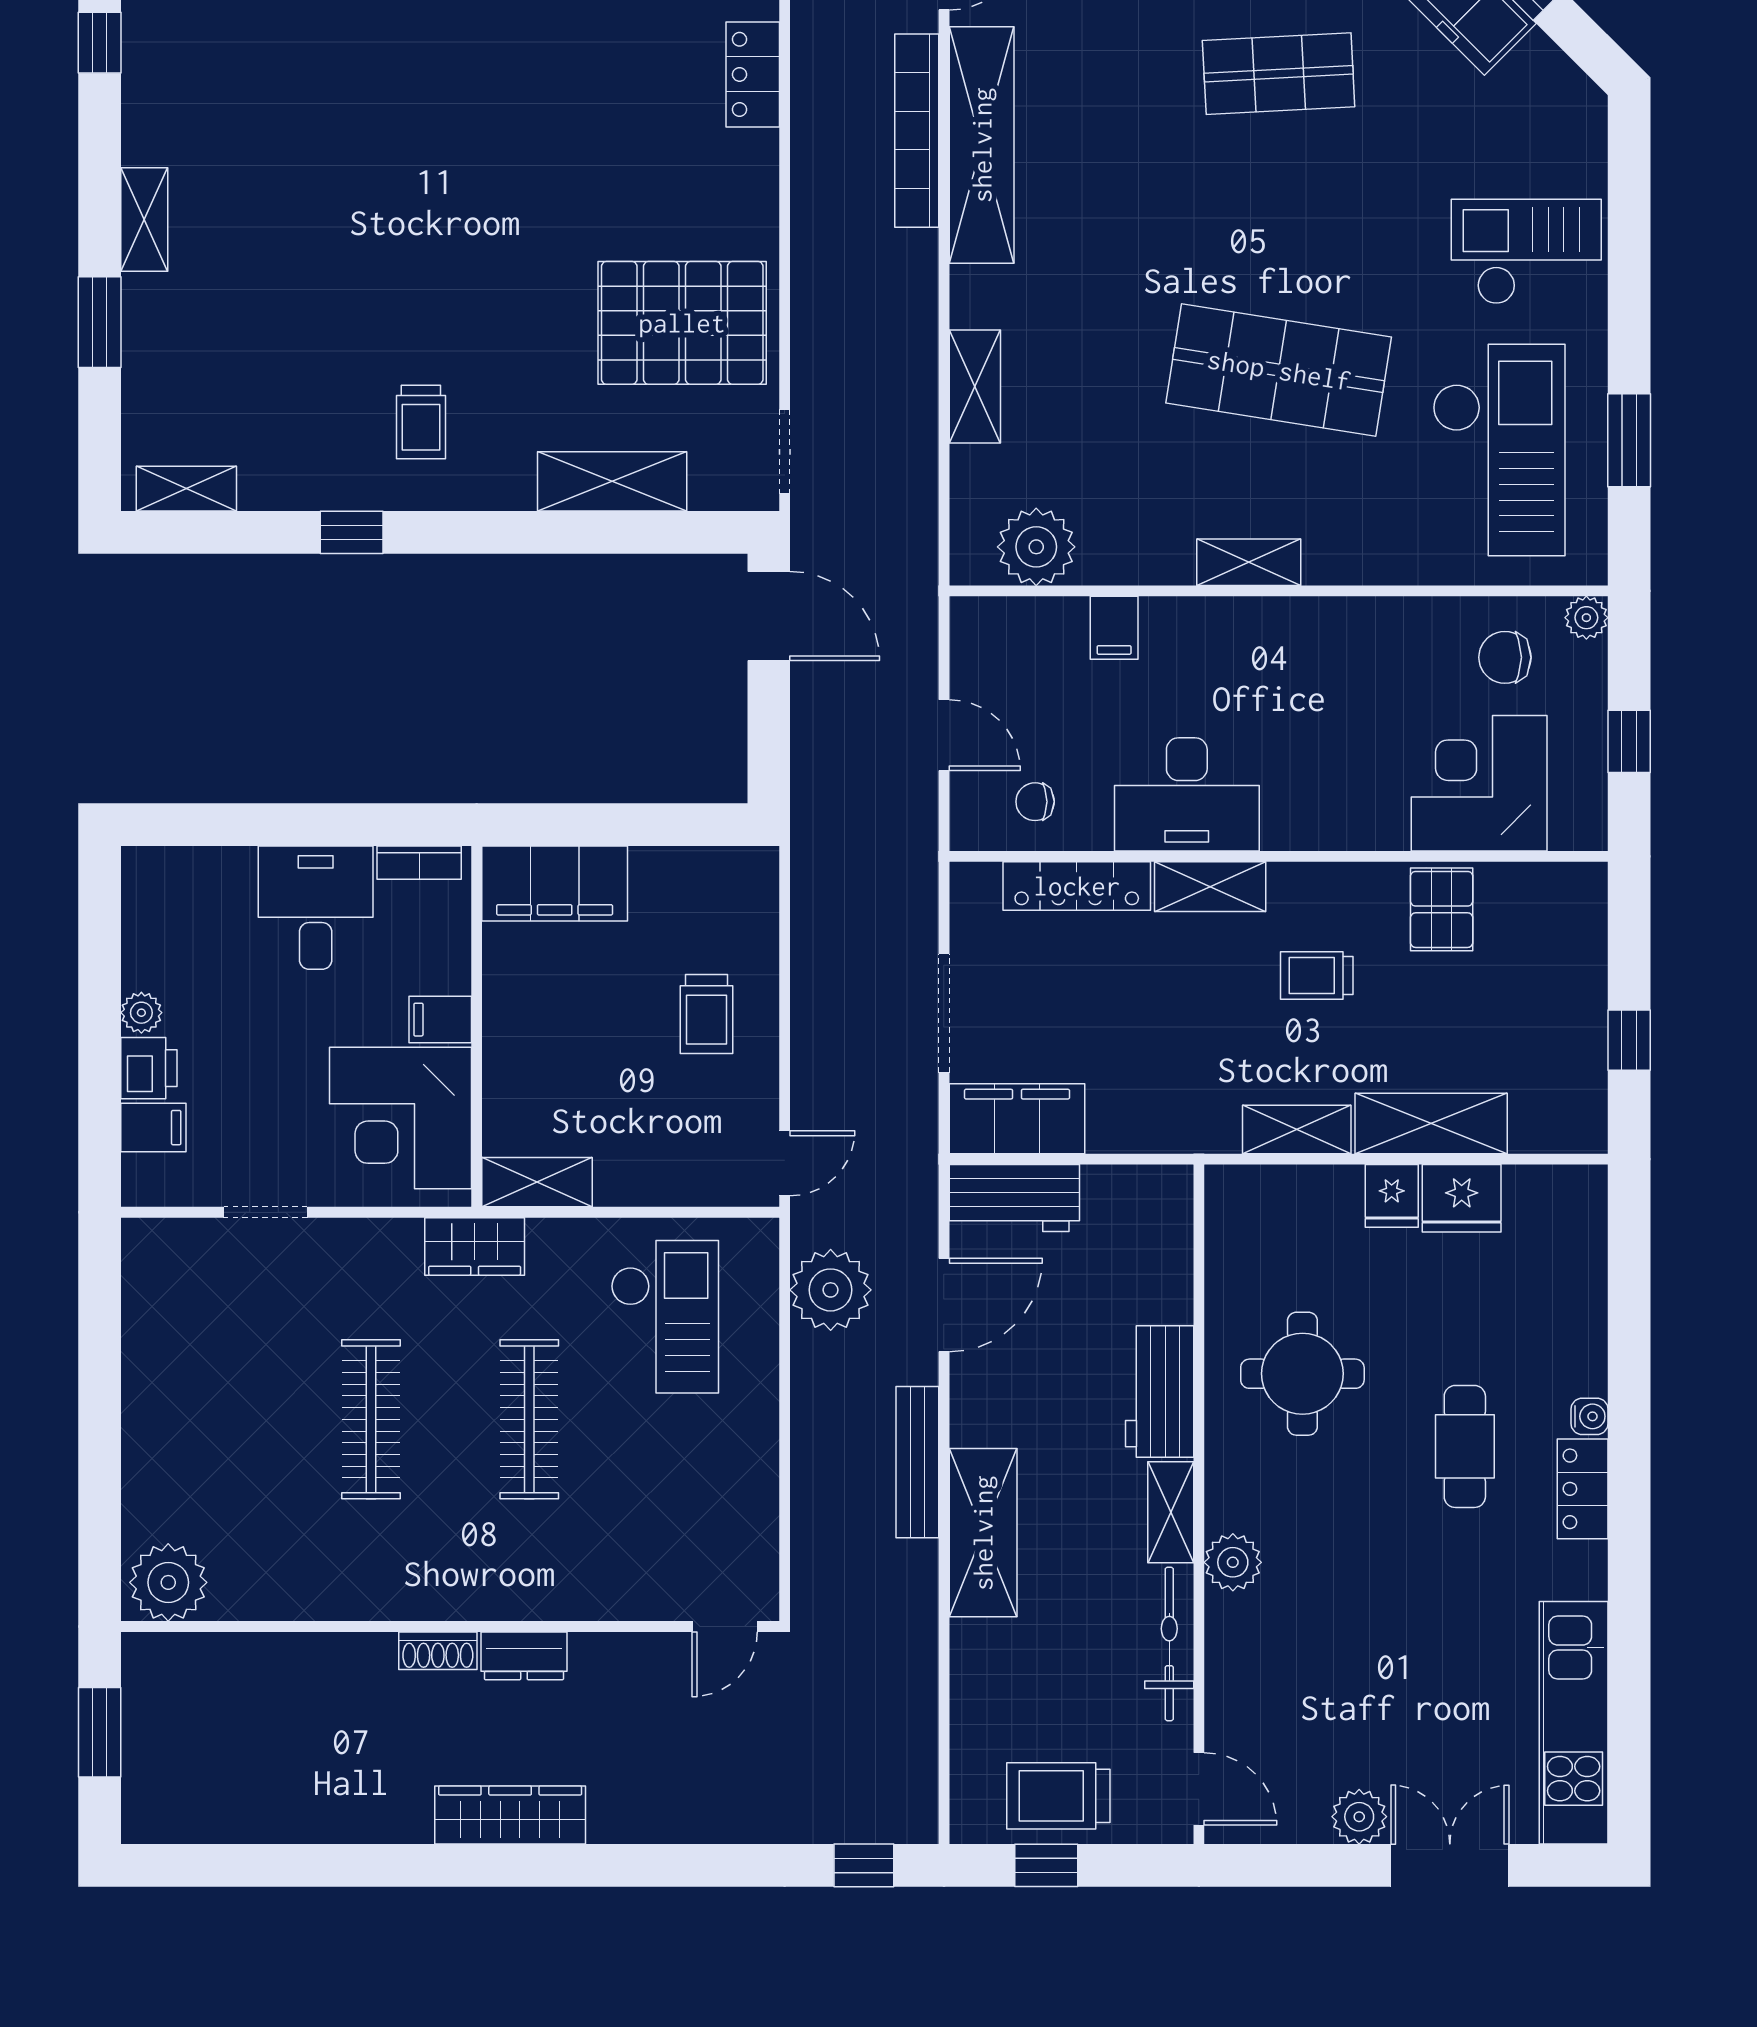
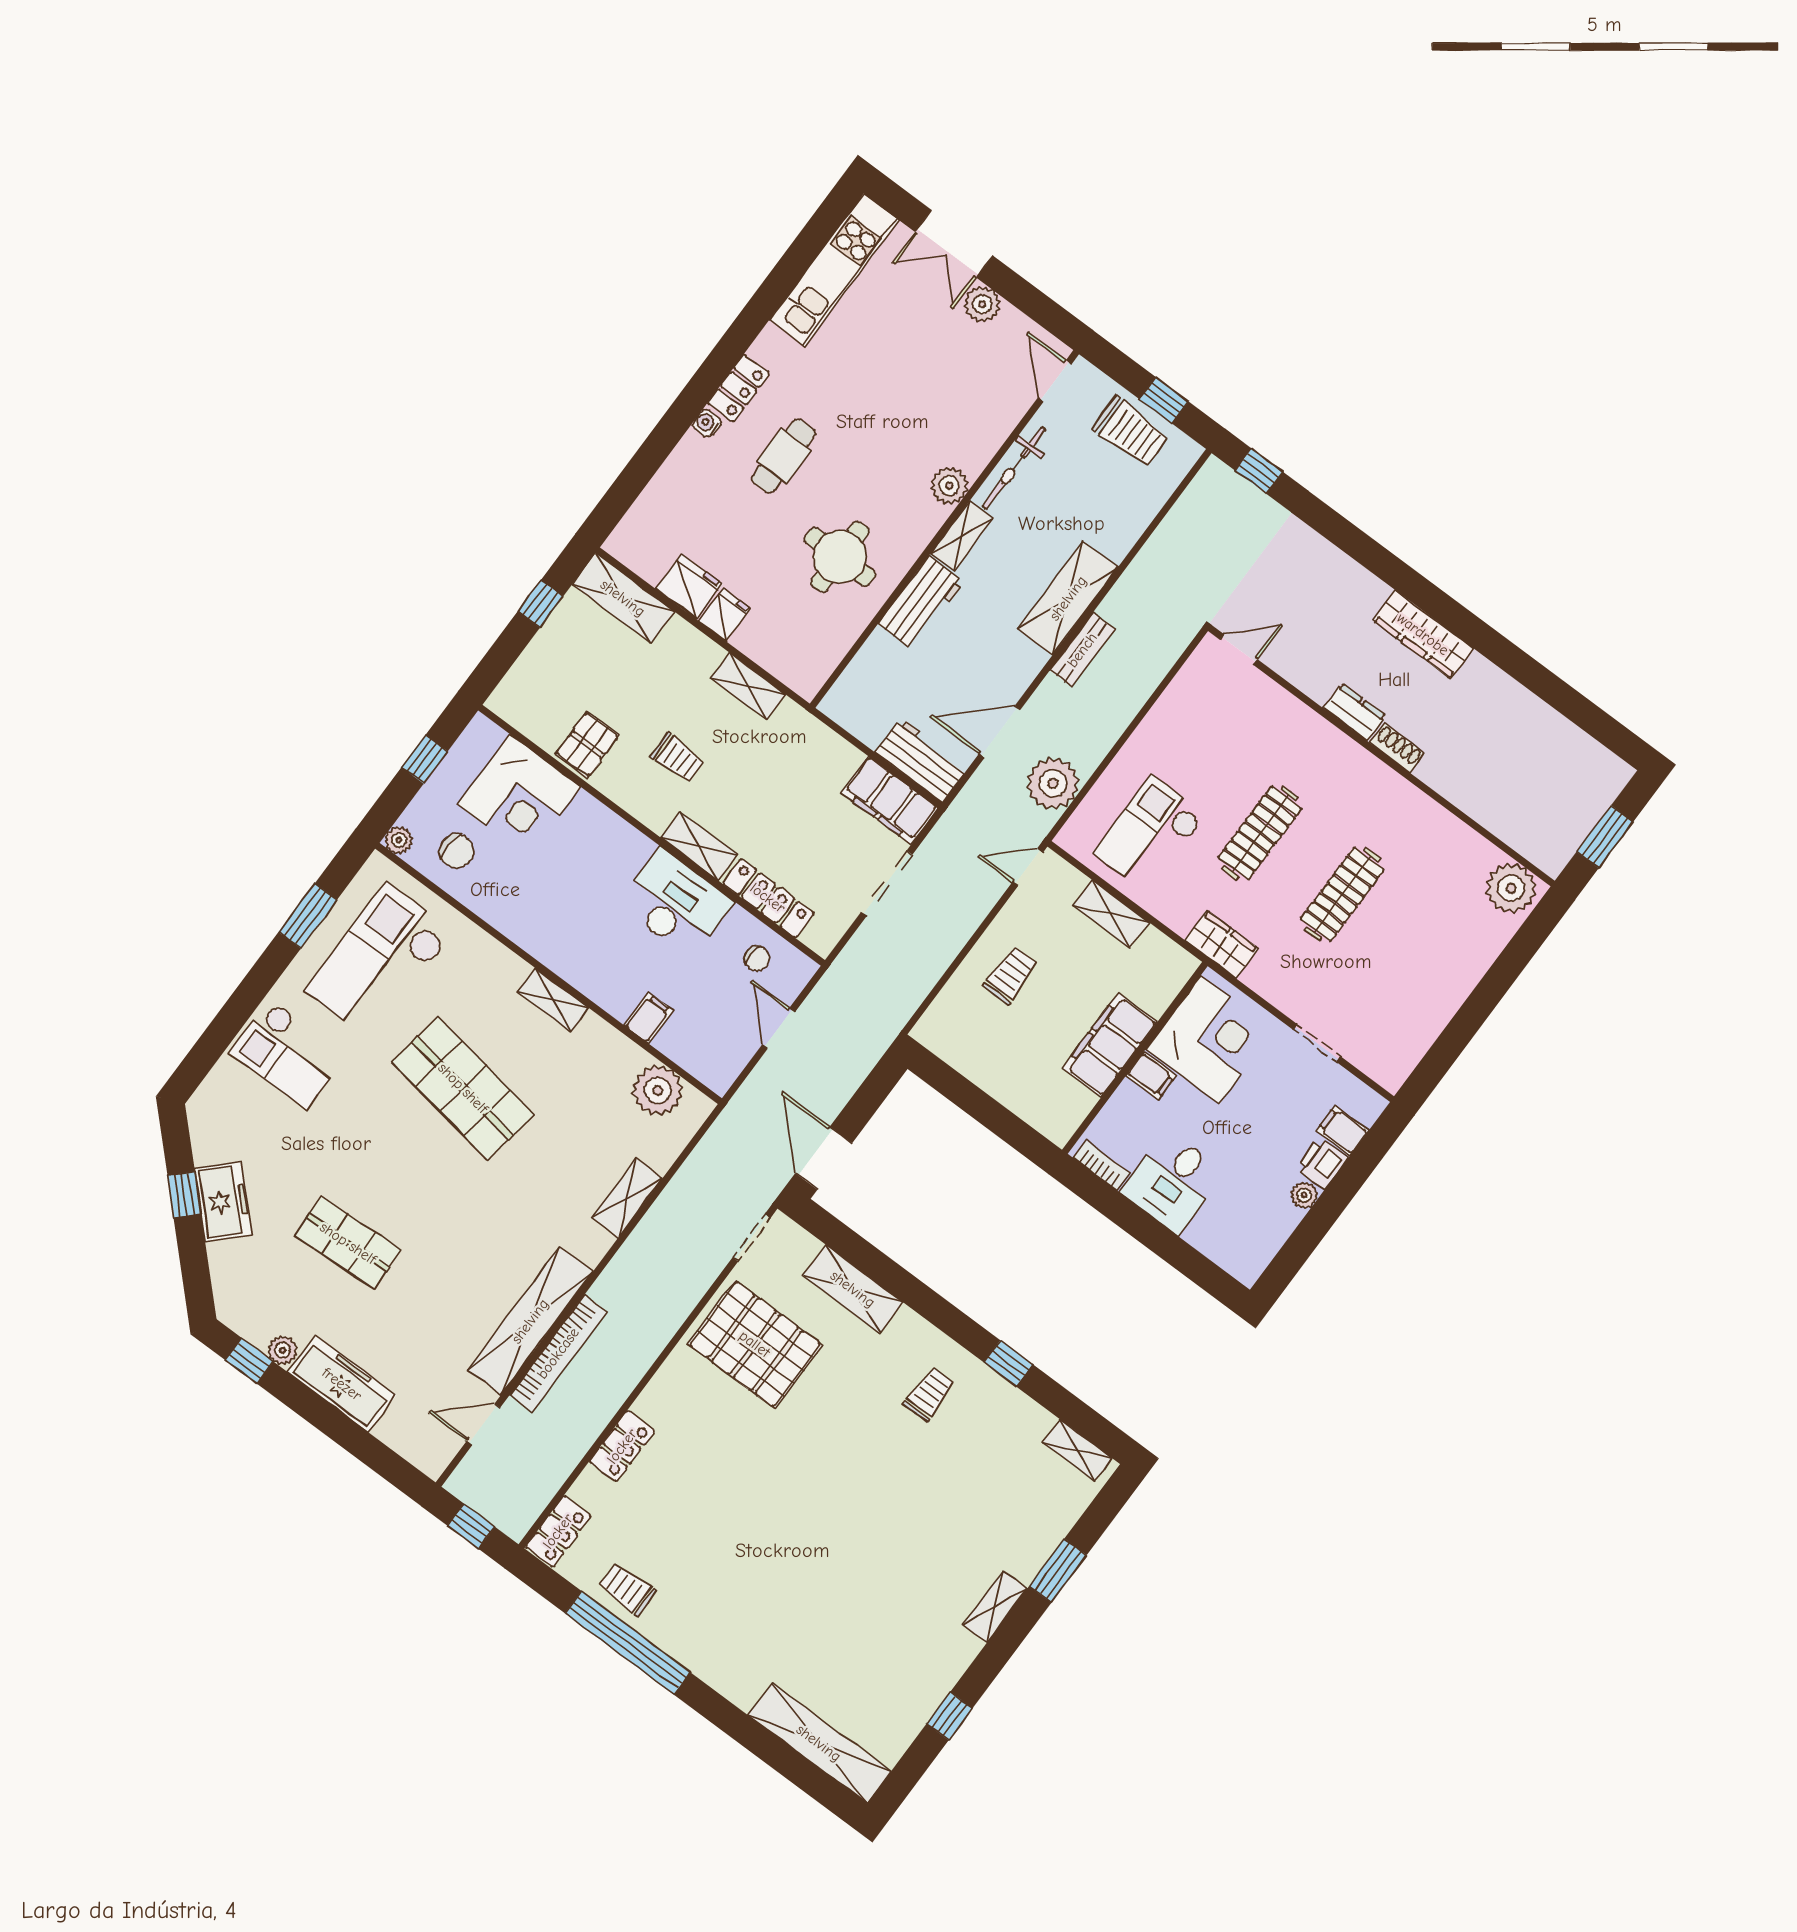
filing cabinet: (555, 883) -> (1110, 1045), moved, turned -90
shelving: (1431, 1123) -> (623, 598), moved
shelving: (537, 1182) -> (1111, 914), moved
bench: (917, 1462) -> (1082, 650), width x0.73

